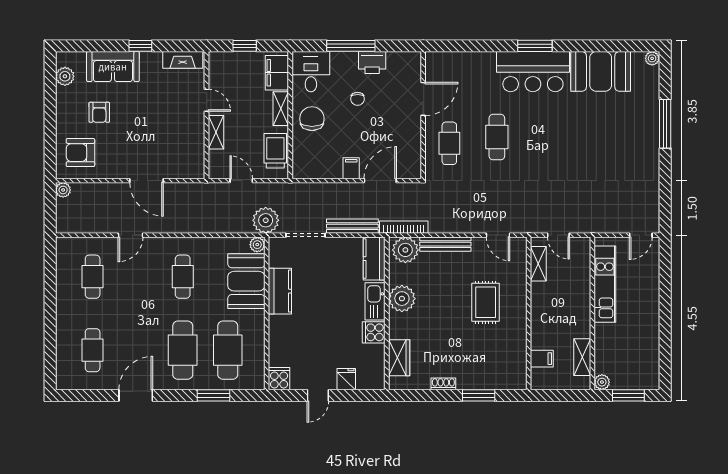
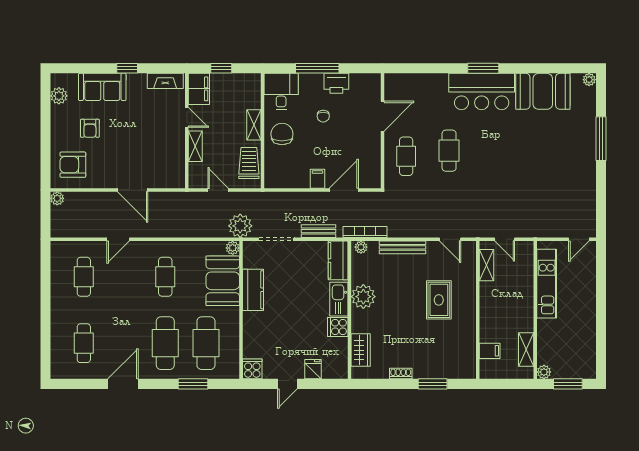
filing cabinet: (277, 73) -> (199, 89), moved, turned 180
bench: (352, 226) -> (319, 231), width x0.73
plant: (405, 250) -> (361, 247), width x0.53, depth x0.53

